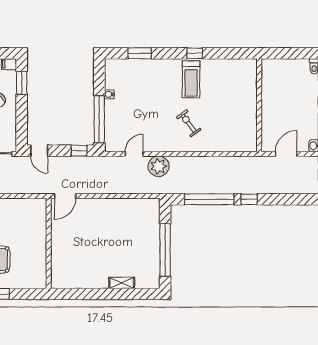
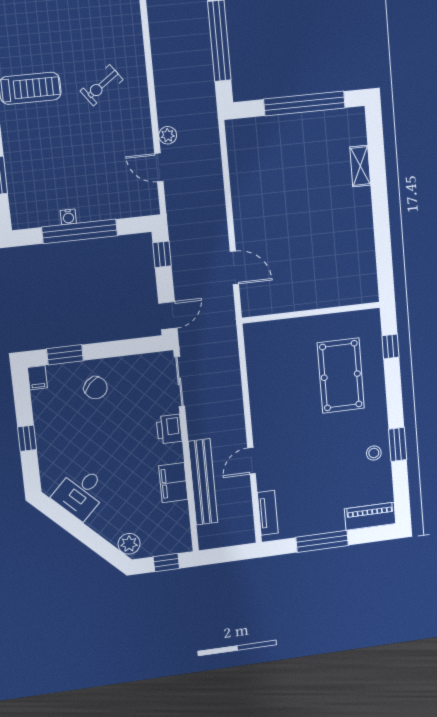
window: (99, 119) -> (80, 231), moved
plant: (159, 166) -> (168, 135), width x0.53, depth x0.53
wall: (49, 243) -> (311, 313), moved

